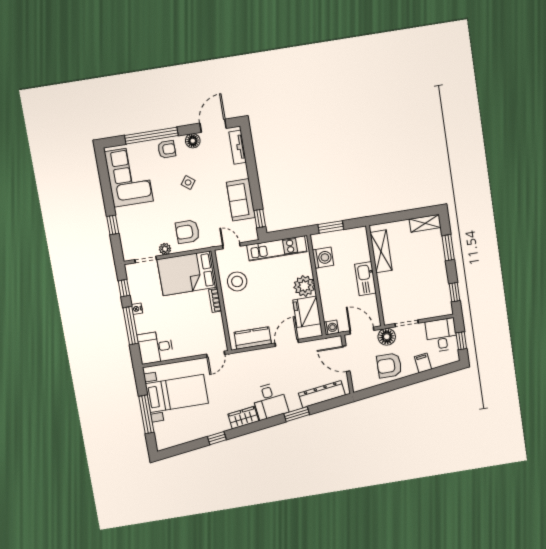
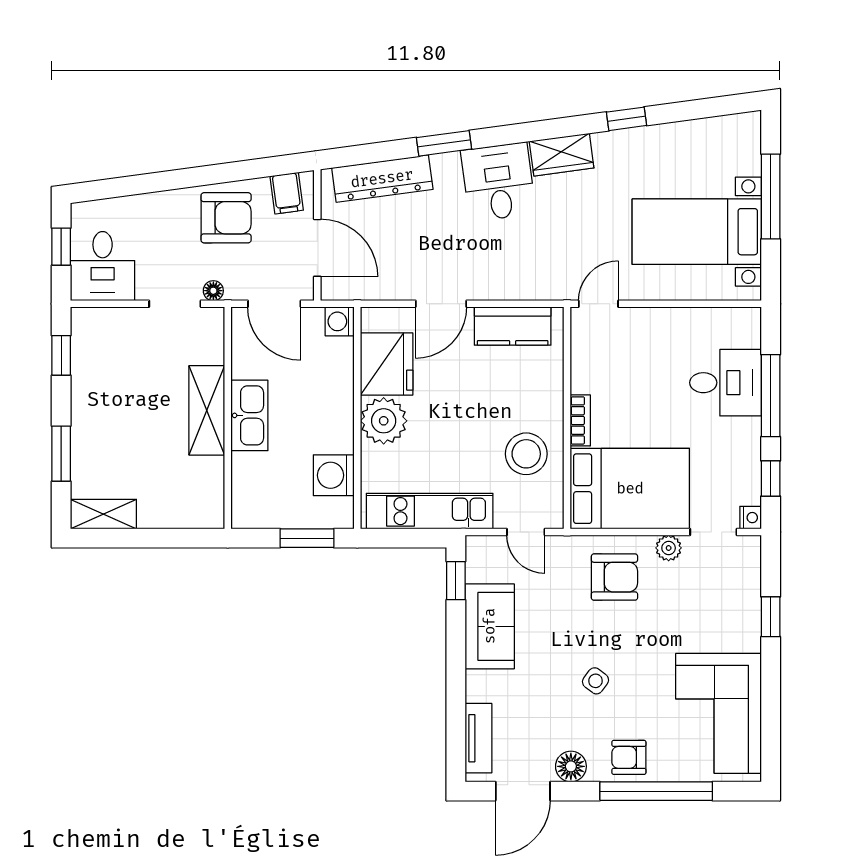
shelving: (381, 251) -> (207, 410), moved
nightstand: (137, 309) -> (751, 518), moved
floor lamp: (387, 337) -> (213, 291), width x0.53, depth x0.53
desk: (155, 347) -> (725, 383), moved
filing cabinet: (423, 363) -> (287, 193), moved

